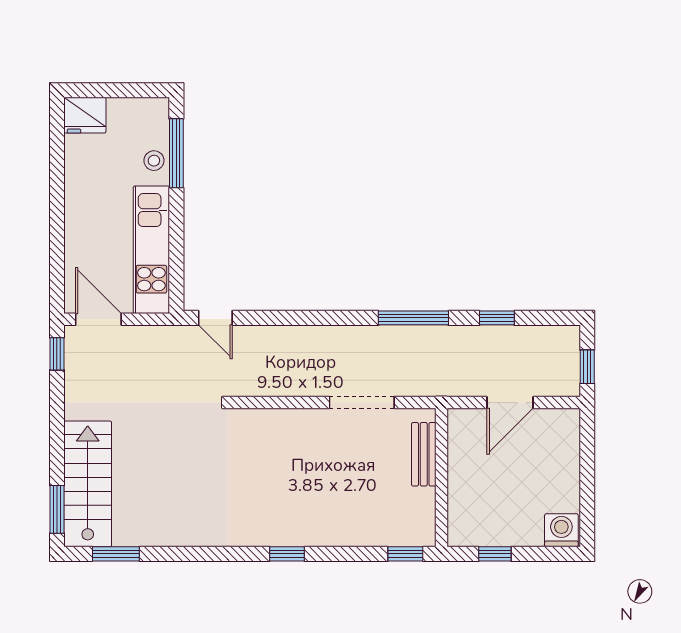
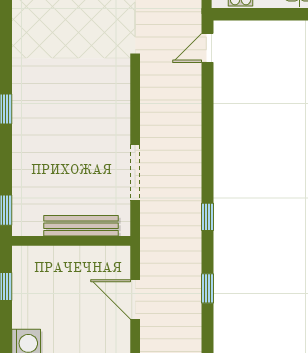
window: (413, 318) -> (207, 217), width x0.46
bench: (424, 454) -> (81, 226), width x1.36

